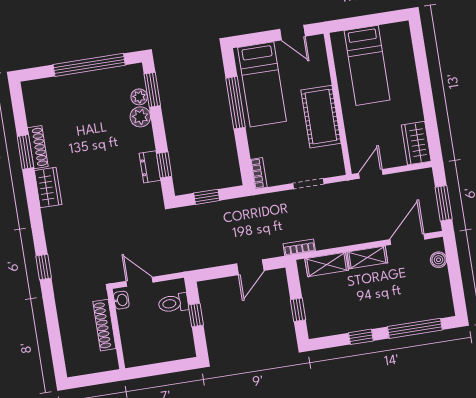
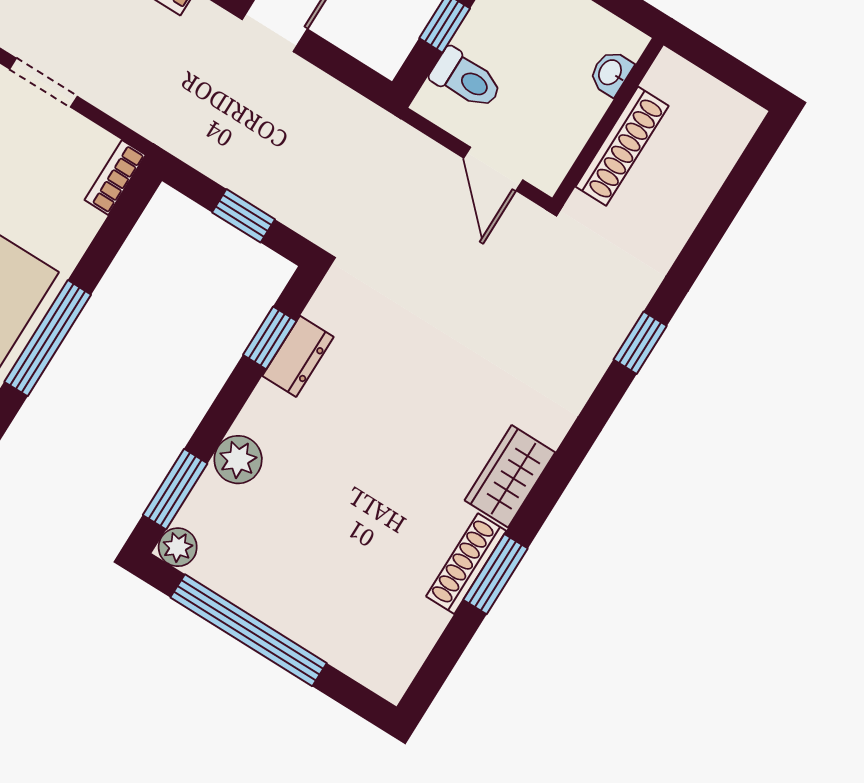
plant: (139, 97) -> (178, 547), moved
washbasin: (121, 300) -> (611, 73), moved

